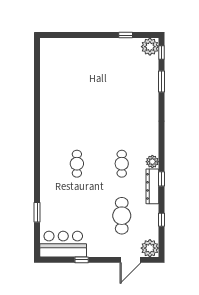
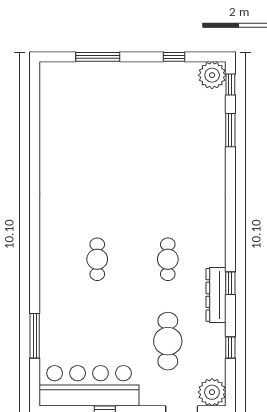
window: (77, 35) -> (98, 57), added
plant: (152, 162) -> (216, 256), removed
window: (37, 212) -> (35, 336), width x1.44
bar counter: (63, 244) -> (89, 386), width x1.36

